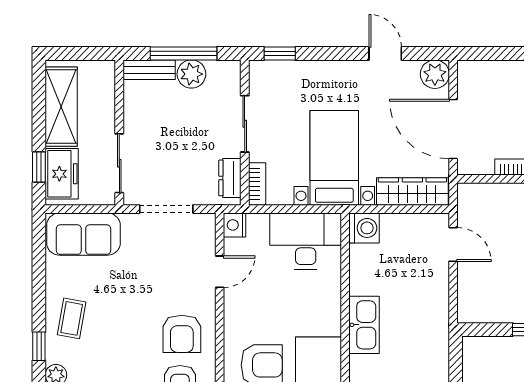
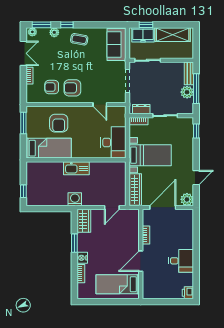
nightstand: (235, 225) -> (120, 111), removed
washing machine: (364, 228) -> (75, 199), moved, turned 180
wardrobe: (483, 308) -> (84, 221), added

